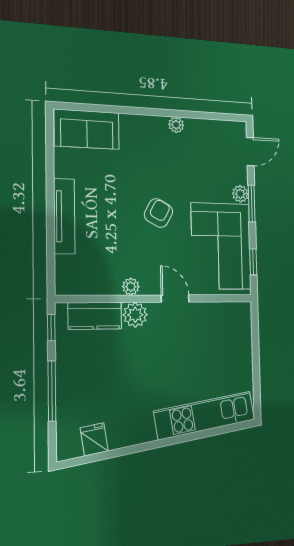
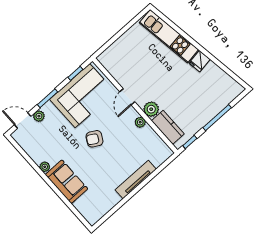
sofa: (87, 129) -> (66, 182), moved
plant: (240, 194) -> (39, 116), moved
fridge: (94, 439) -> (200, 61), moved

